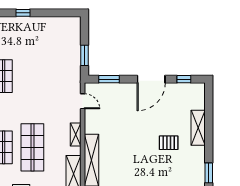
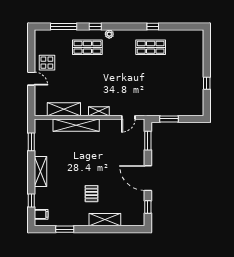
window: (23, 13) -> (207, 83), moved
shop shelf: (32, 147) -> (87, 73), removed

